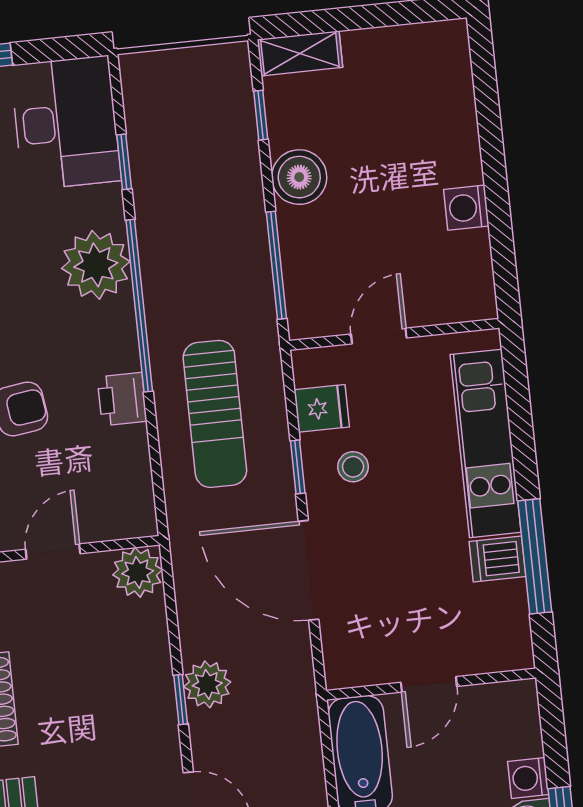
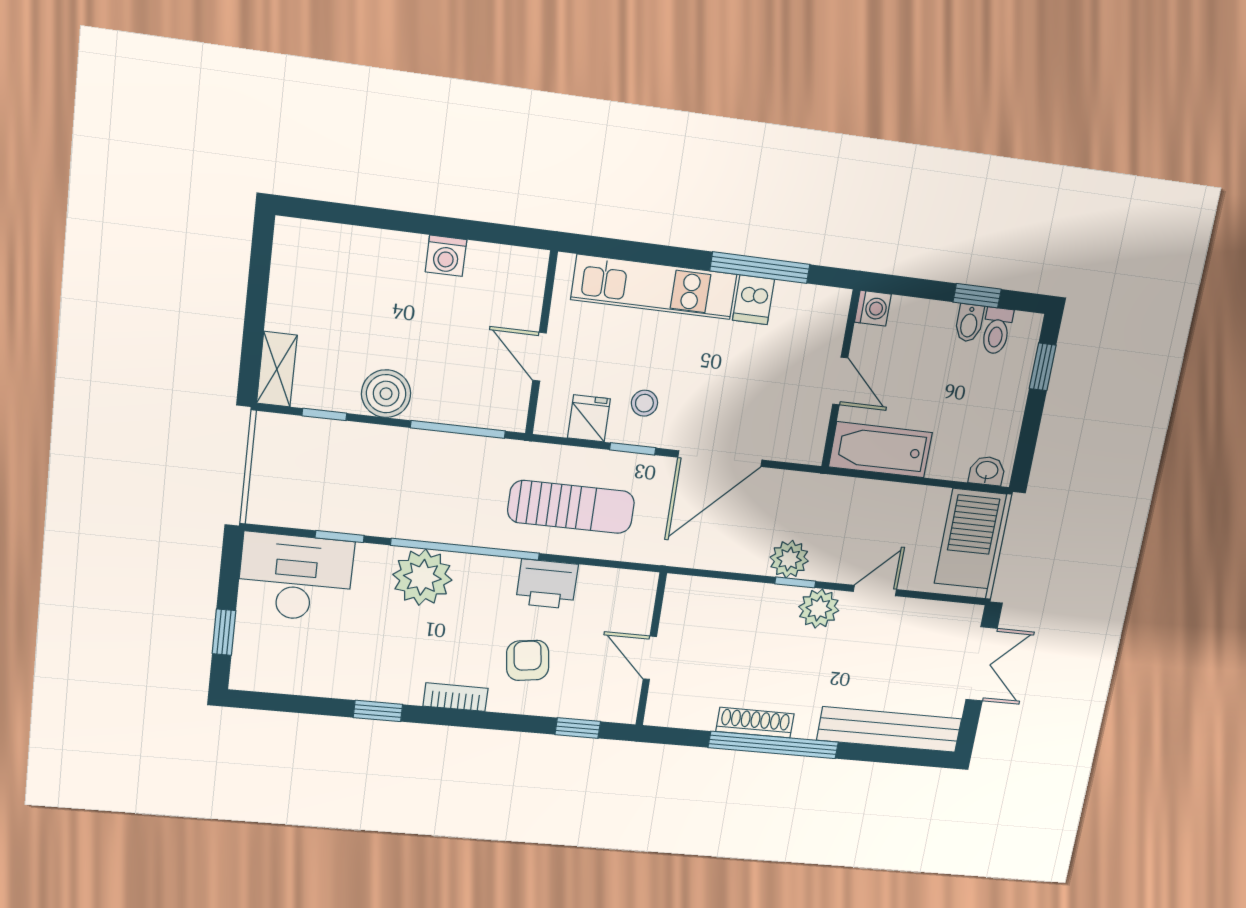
printer: (122, 399) -> (547, 584), width x1.36, depth x1.24
plant: (138, 572) -> (819, 609), moved
washing machine: (528, 778) -> (873, 308), moved, turned -90

